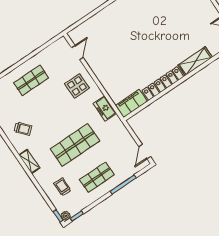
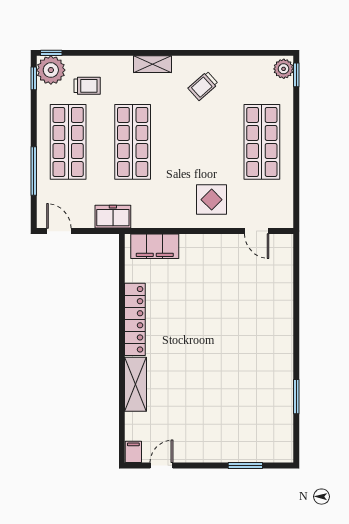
shop shelf: (31, 80) -> (262, 142), width x1.43, depth x1.36
filing cabinet: (131, 103) -> (155, 246), moved, turned 90
freezer: (105, 108) -> (113, 217), moved
shop shelf: (97, 177) -> (68, 142), width x1.43, depth x1.36
plant: (66, 216) -> (51, 70), width x1.88, depth x1.88

